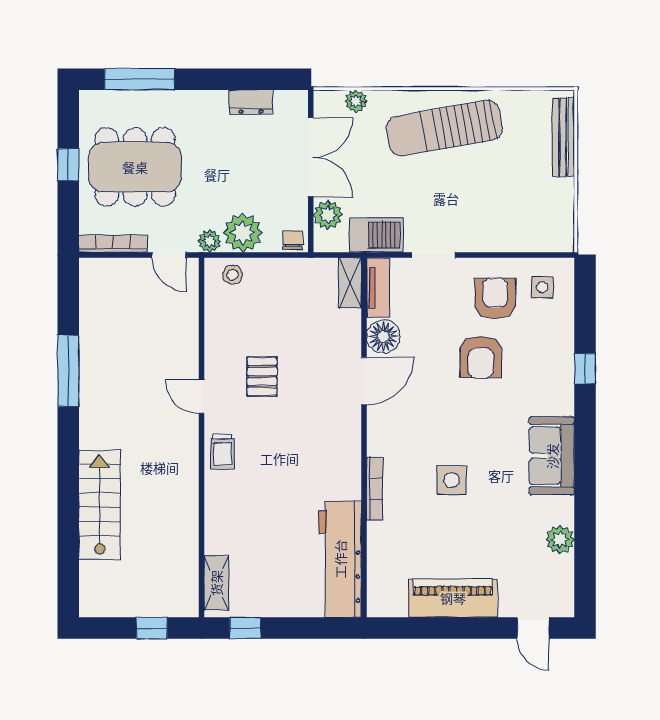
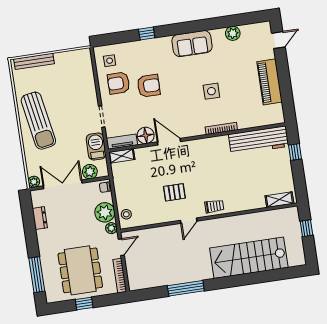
plant: (356, 101) -> (34, 182), moved
stairs: (100, 505) -> (249, 258), width x1.36, depth x1.51
window: (245, 628) -> (295, 152), moved

